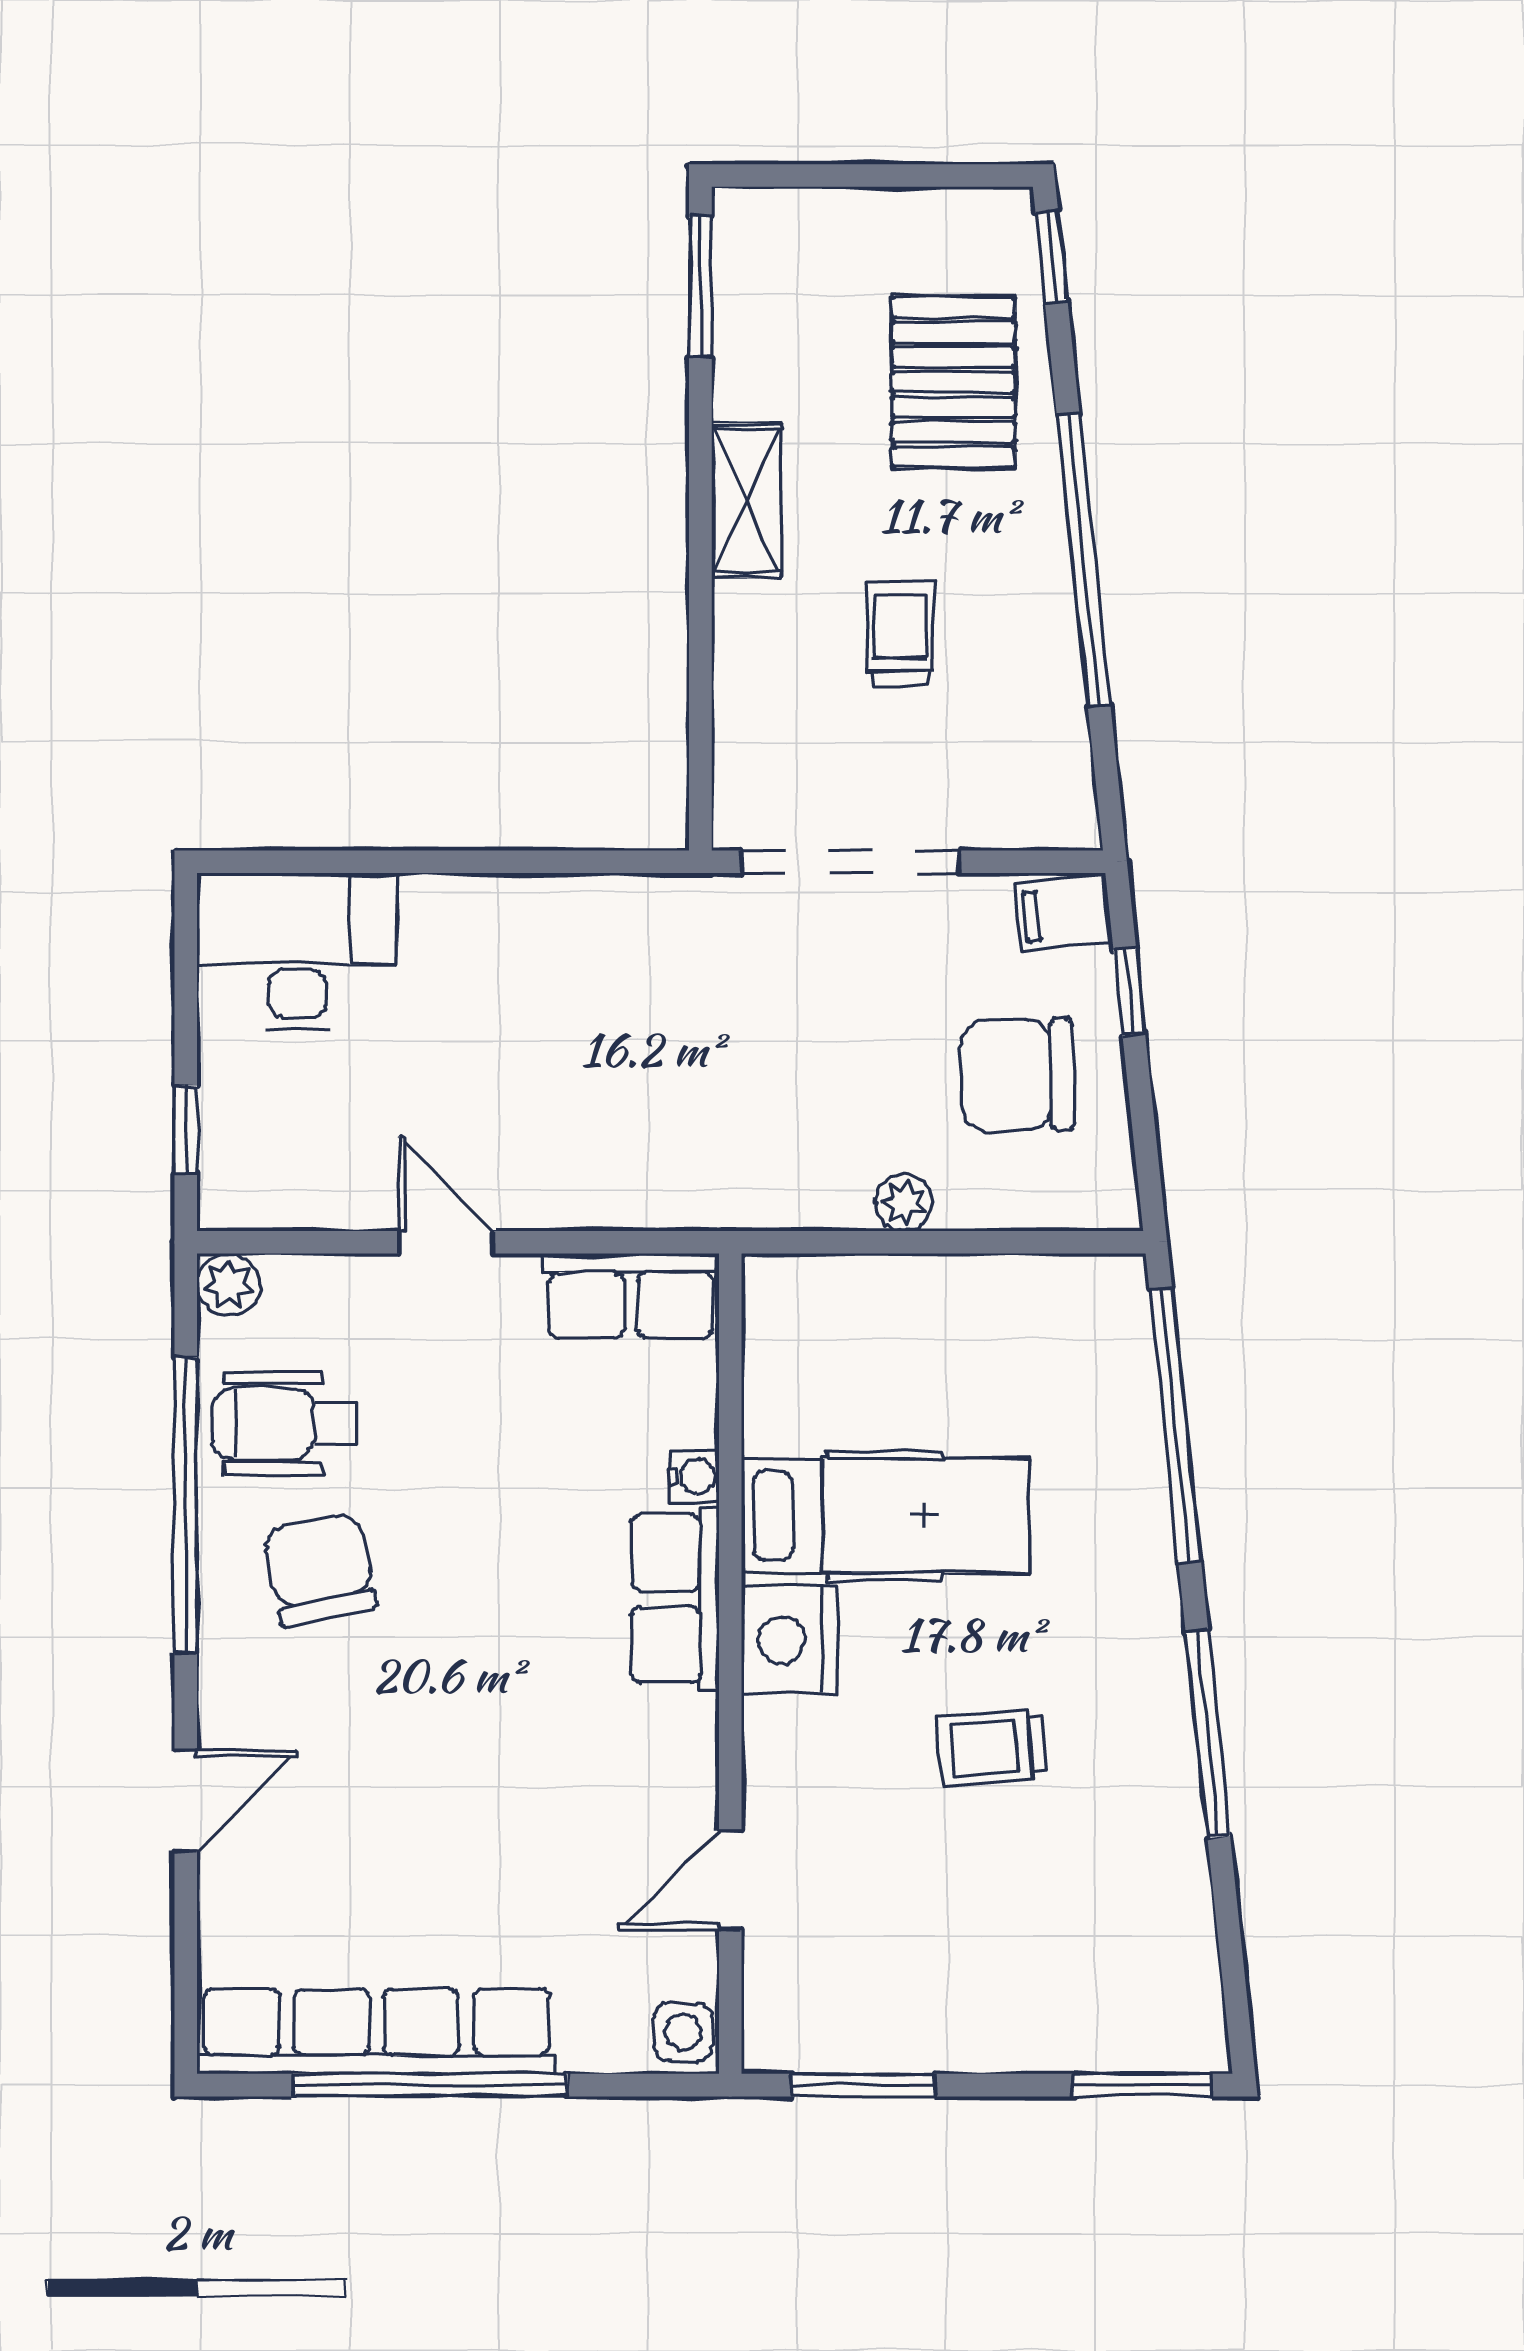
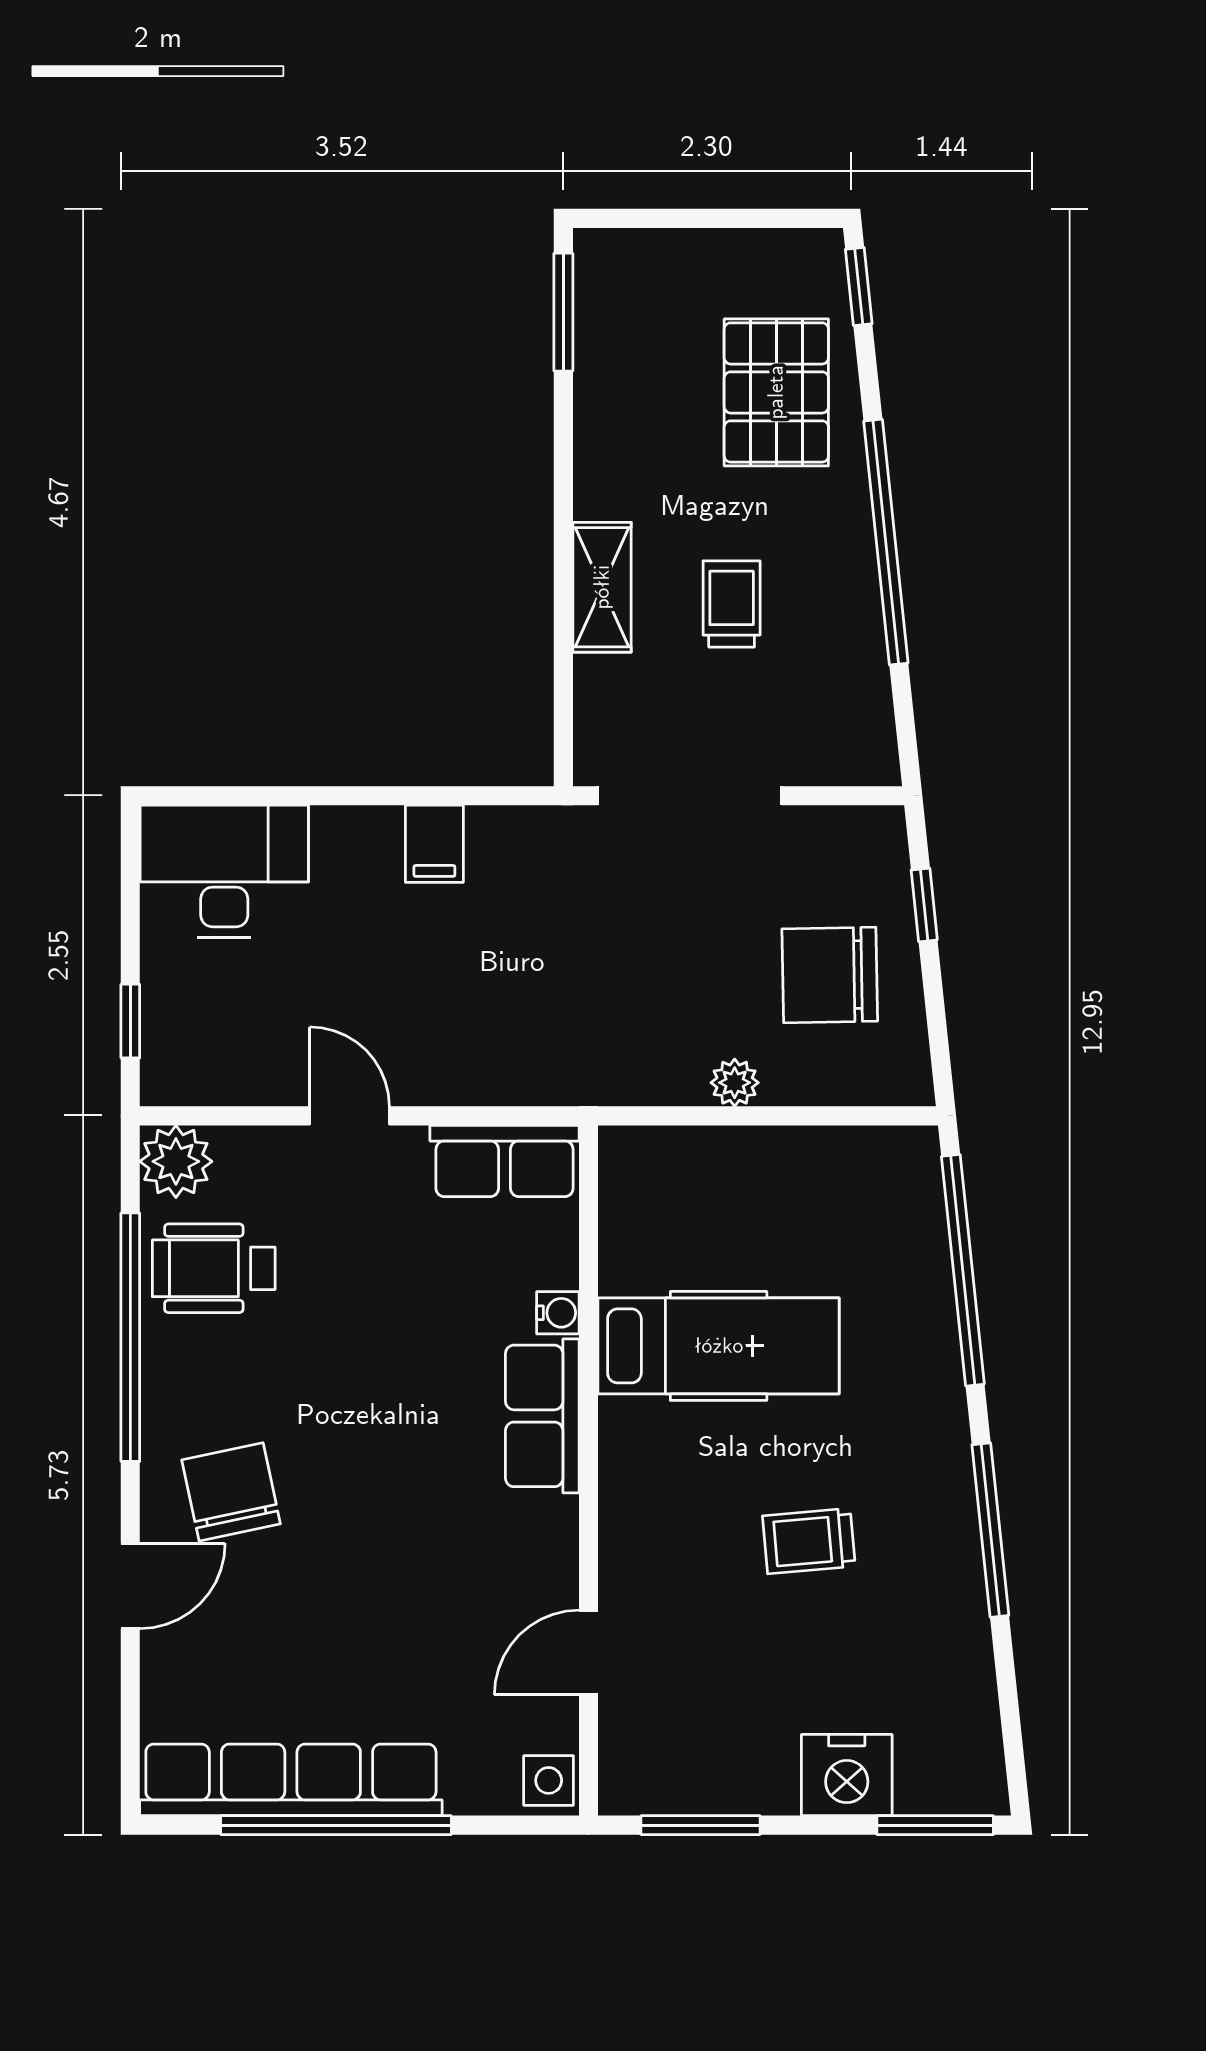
shelving: (746, 501) -> (602, 587), moved
filing cabinet: (1064, 913) -> (434, 844), moved, turned -84
plant: (228, 1285) -> (176, 1161), width x1.38, depth x1.38
chair: (320, 1570) -> (231, 1492), moved
nightstand: (790, 1640) -> (847, 1775), moved, turned -90

